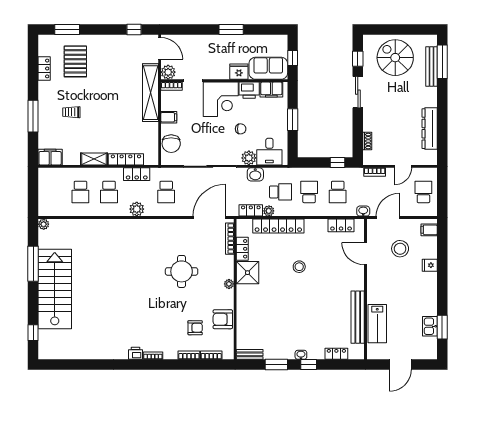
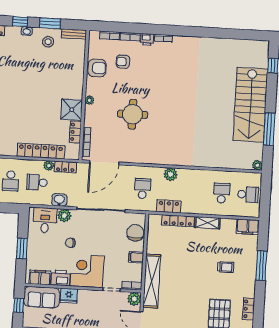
school desk: (109, 192) -> (248, 195), moved, turned 90
stool: (299, 267) -> (48, 42), moved
printer: (135, 353) -> (147, 39), moved

